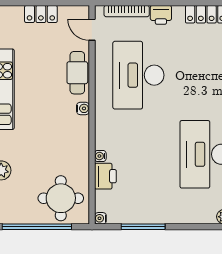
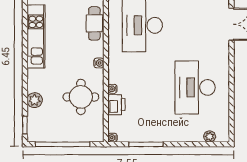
water cooler: (83, 108) -> (99, 63), moved
round table: (61, 198) -> (81, 97), moved

